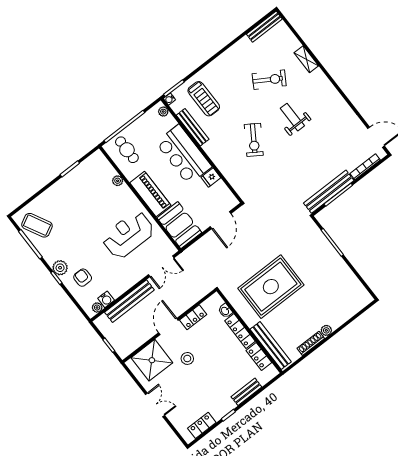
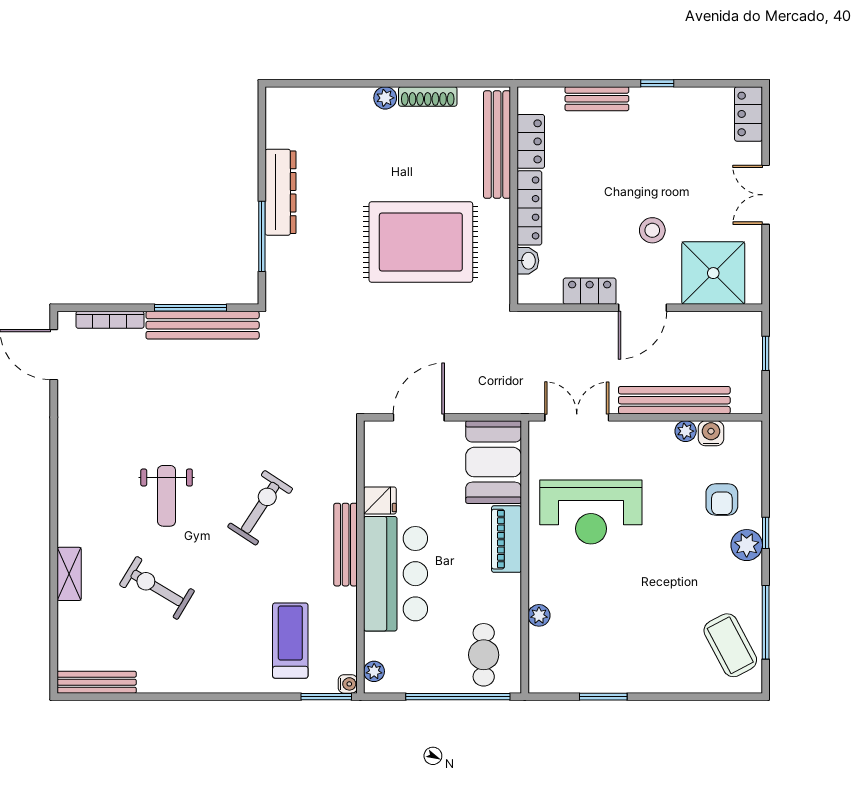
bench: (193, 127) -> (346, 545), moved
piano: (150, 194) -> (507, 539), width x0.73, depth x0.75
dresser: (338, 264) -> (281, 192), added
plant: (97, 308) -> (686, 431), moved
locker: (202, 425) -> (749, 114), moved, turned 90

